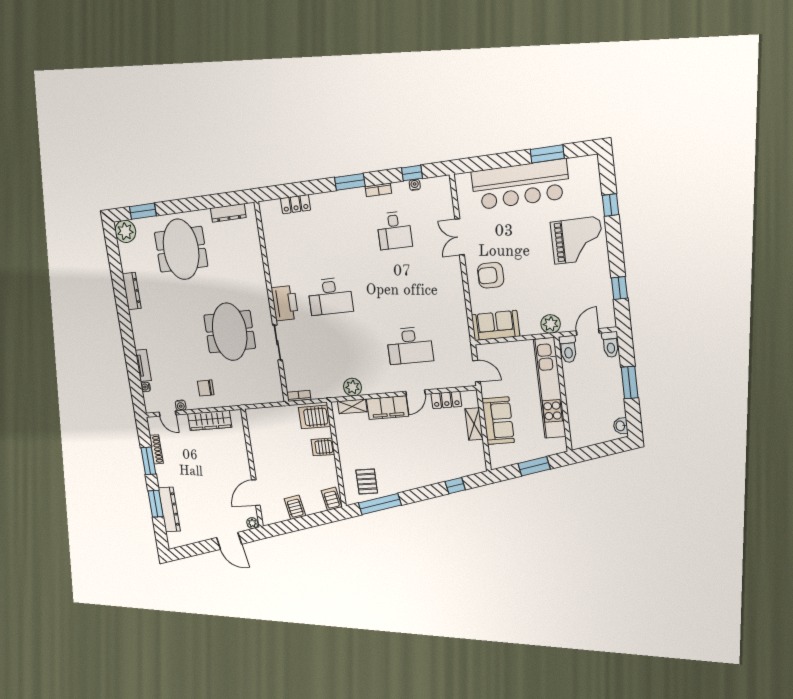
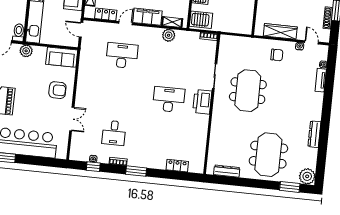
desk: (394, 230) -> (114, 133), turned 180

